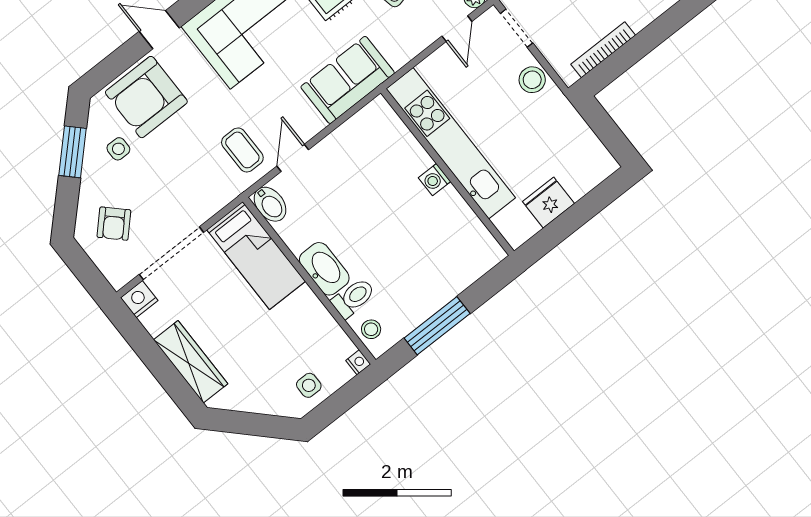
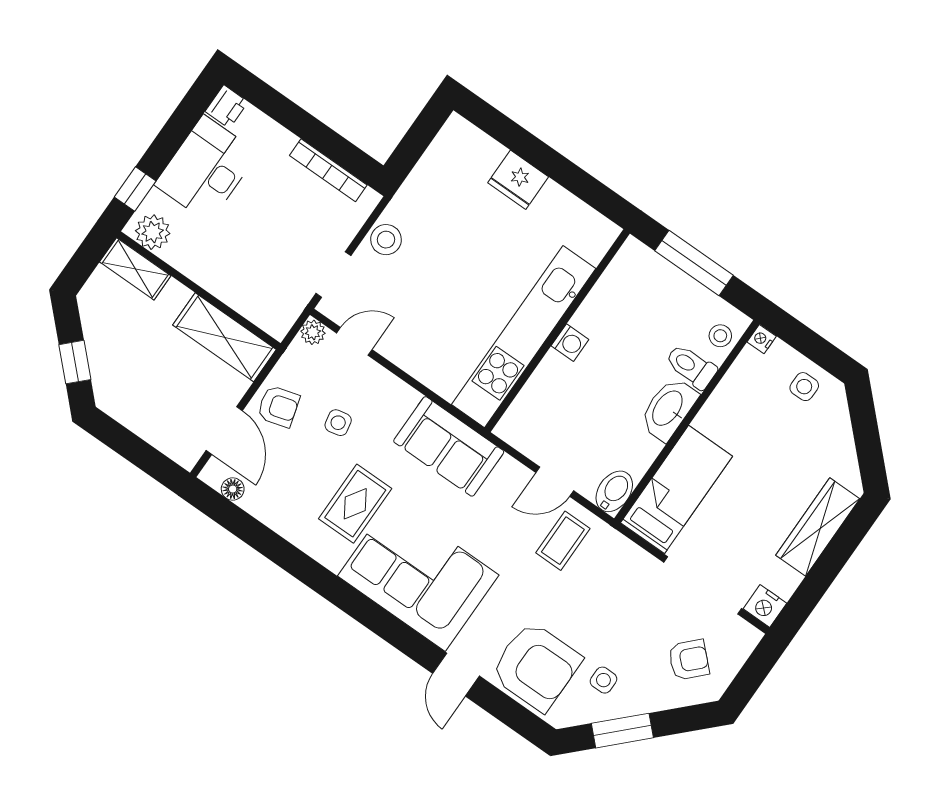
kitchen unit: (451, 143) -> (524, 337), moved
wall: (447, 172) -> (557, 331), moved
washing machine: (434, 180) -> (570, 343), moved

